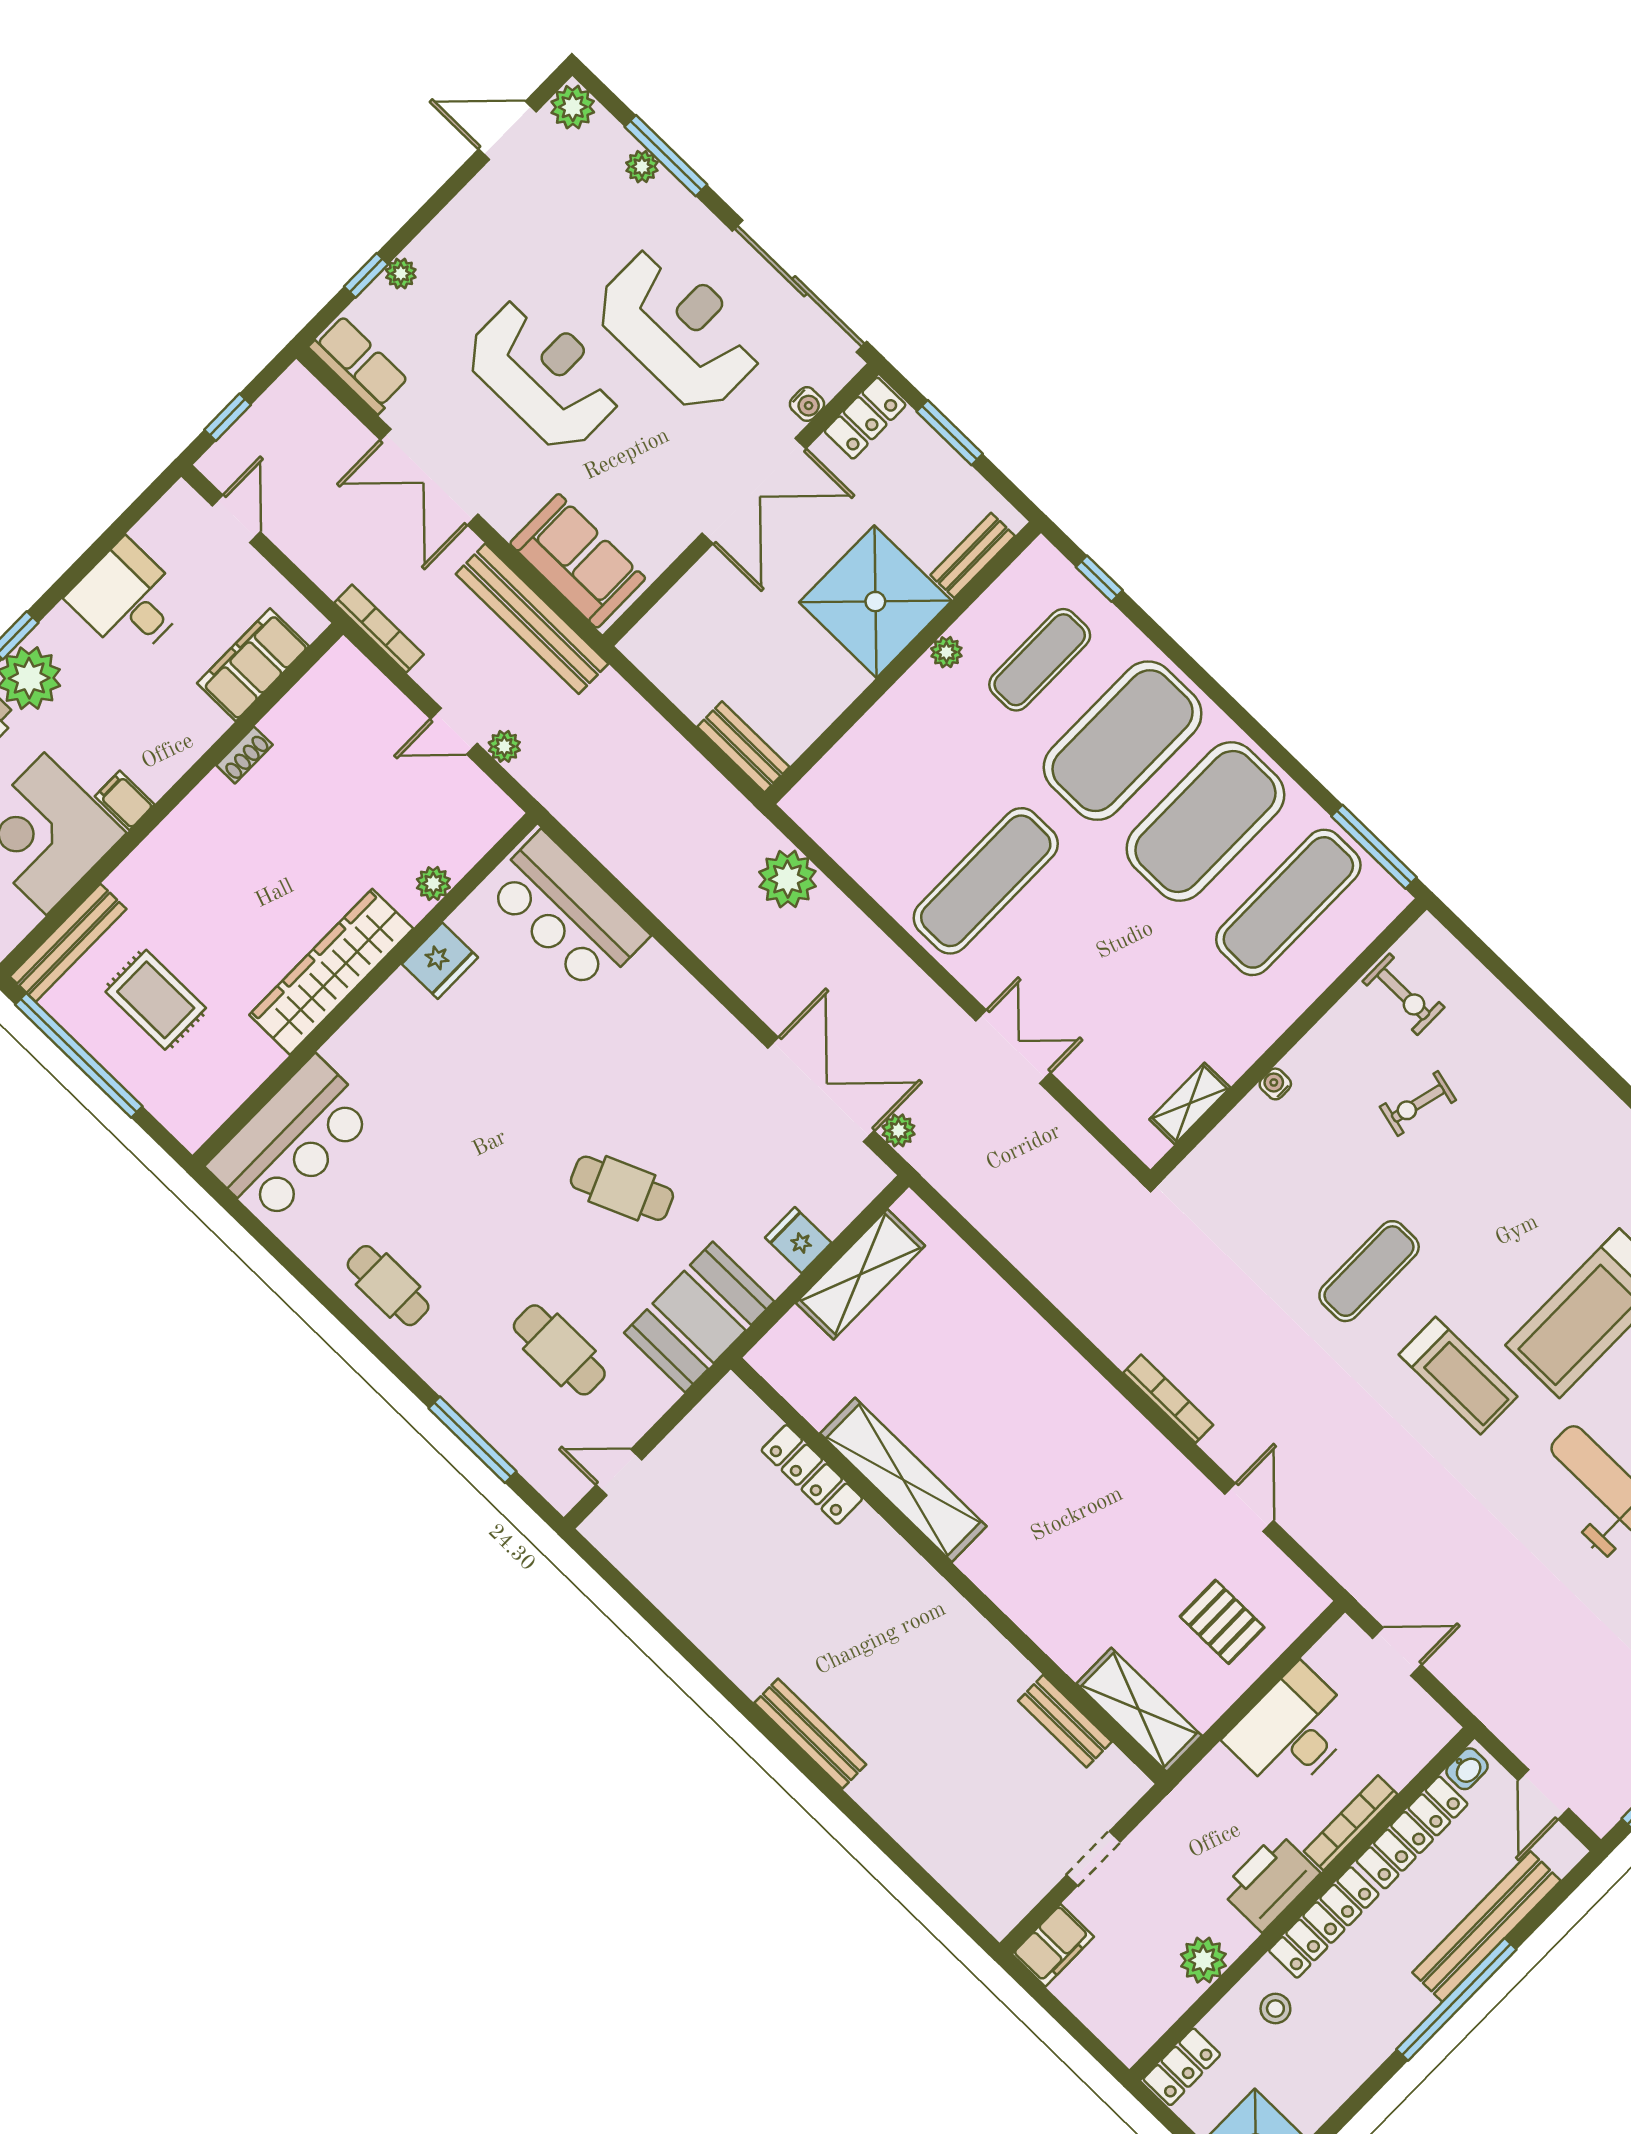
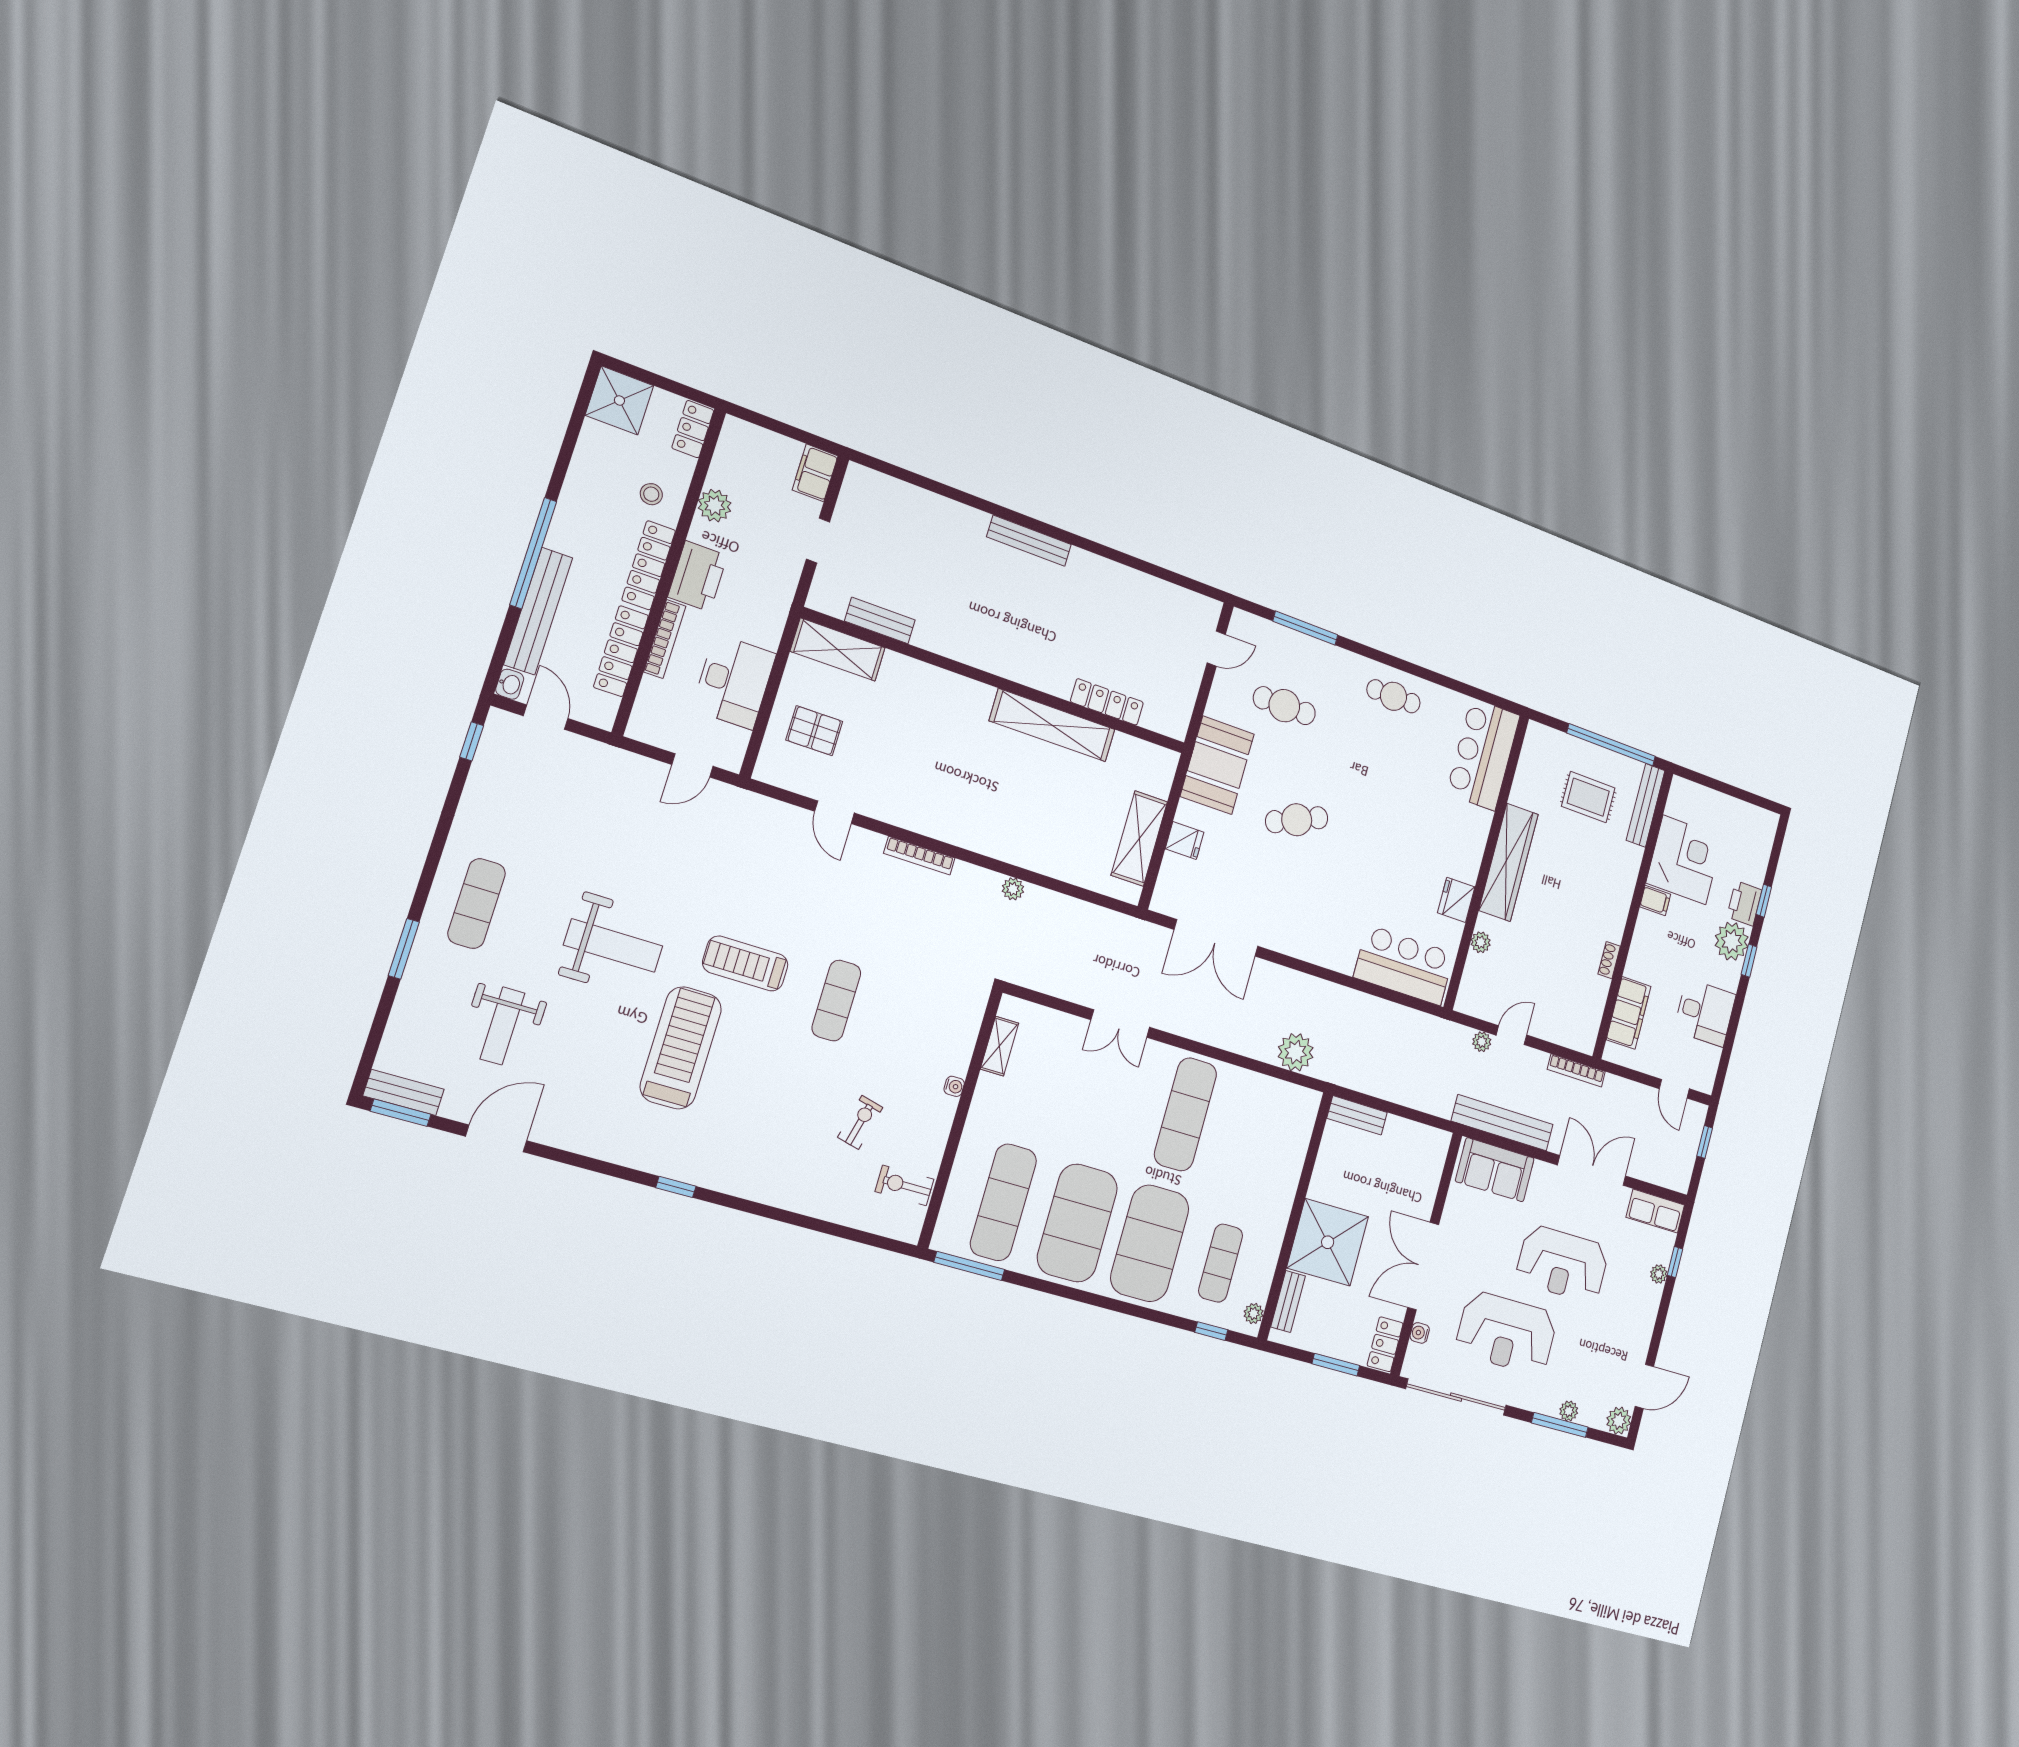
plant: (946, 652) -> (1254, 1313), moved
plant: (898, 1130) -> (1013, 889), moved
washbasin: (1467, 1769) -> (510, 684), moved, turned 180

